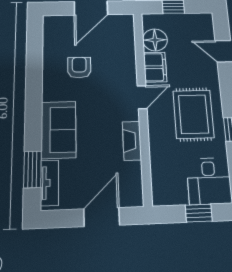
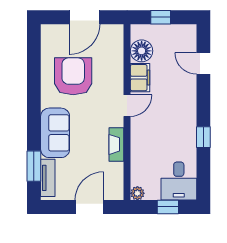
armchair: (79, 68) -> (73, 76), width x1.88, depth x1.88
rug: (193, 114) -> (171, 122), removed
plant: (160, 198) -> (137, 193), added

